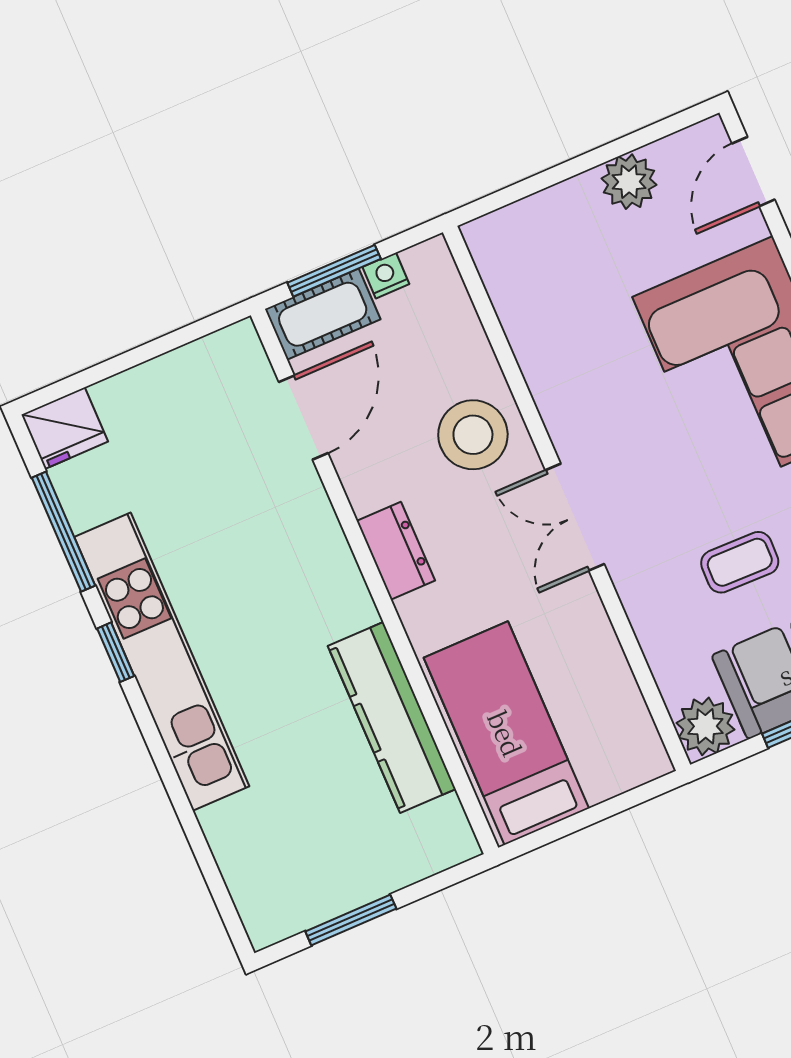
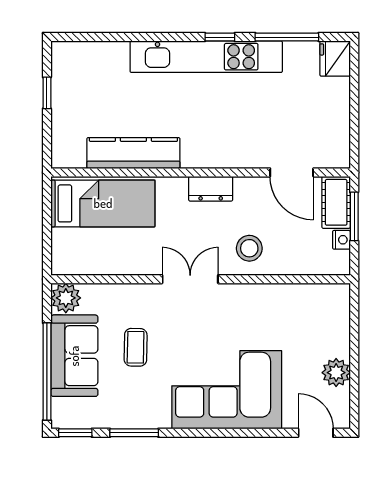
stool: (473, 435) -> (249, 248), width x0.73, depth x0.73
window: (351, 920) -> (47, 93), width x0.67

